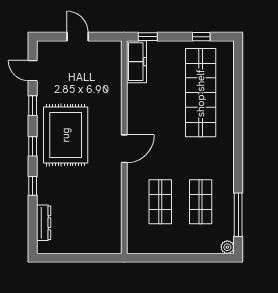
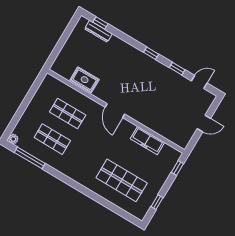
freezer: (136, 62) -> (147, 141), moved
shop shelf: (201, 93) -> (122, 180), width x0.71
rug: (66, 135) -> (85, 80), moved, width x0.54, depth x0.49
window: (33, 186) -> (100, 23), moved

